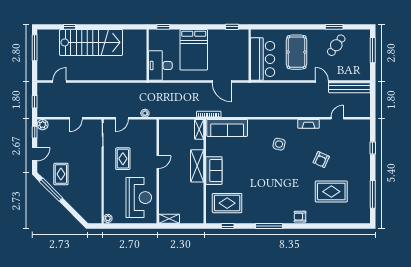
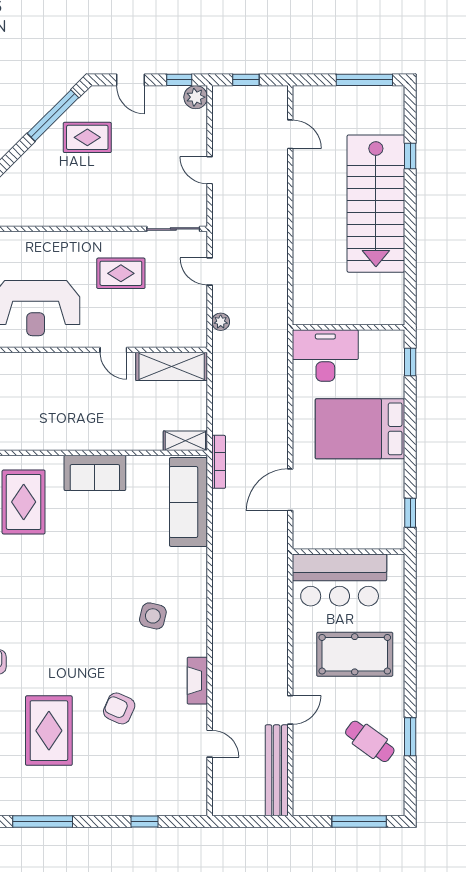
shelving: (197, 166) -> (172, 366), moved

